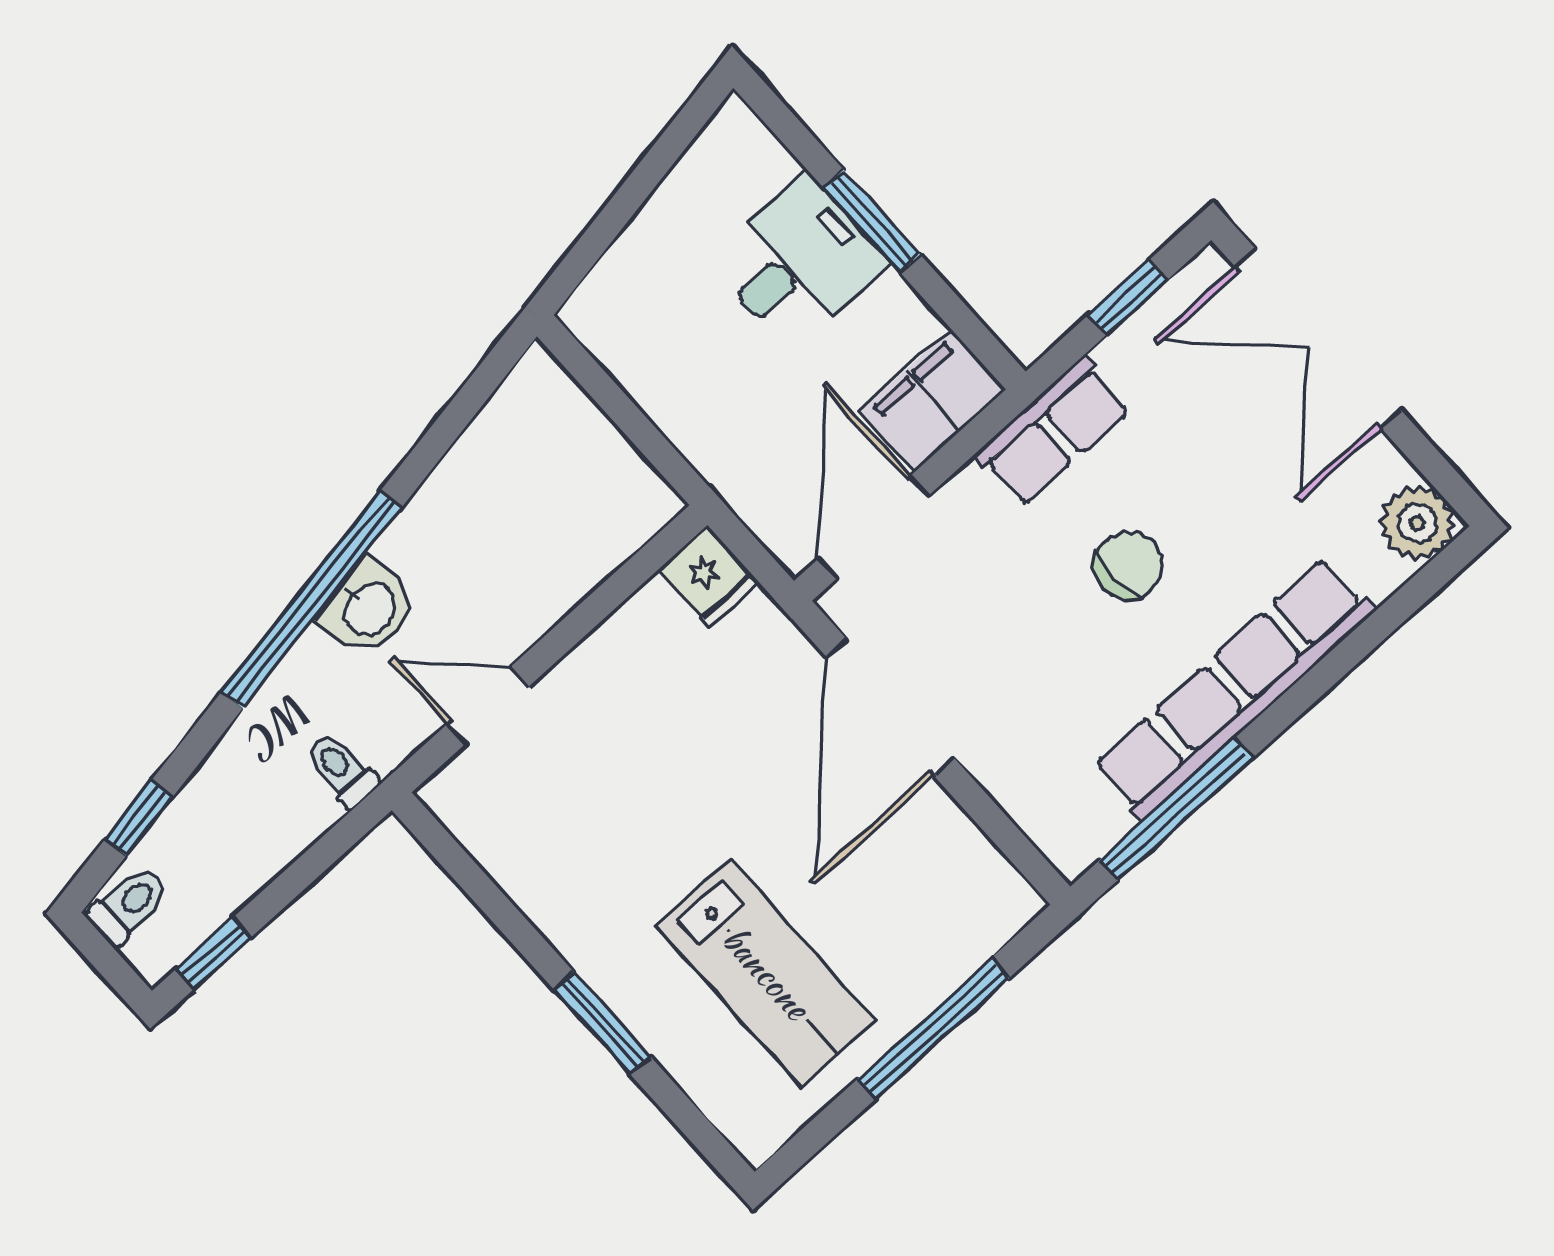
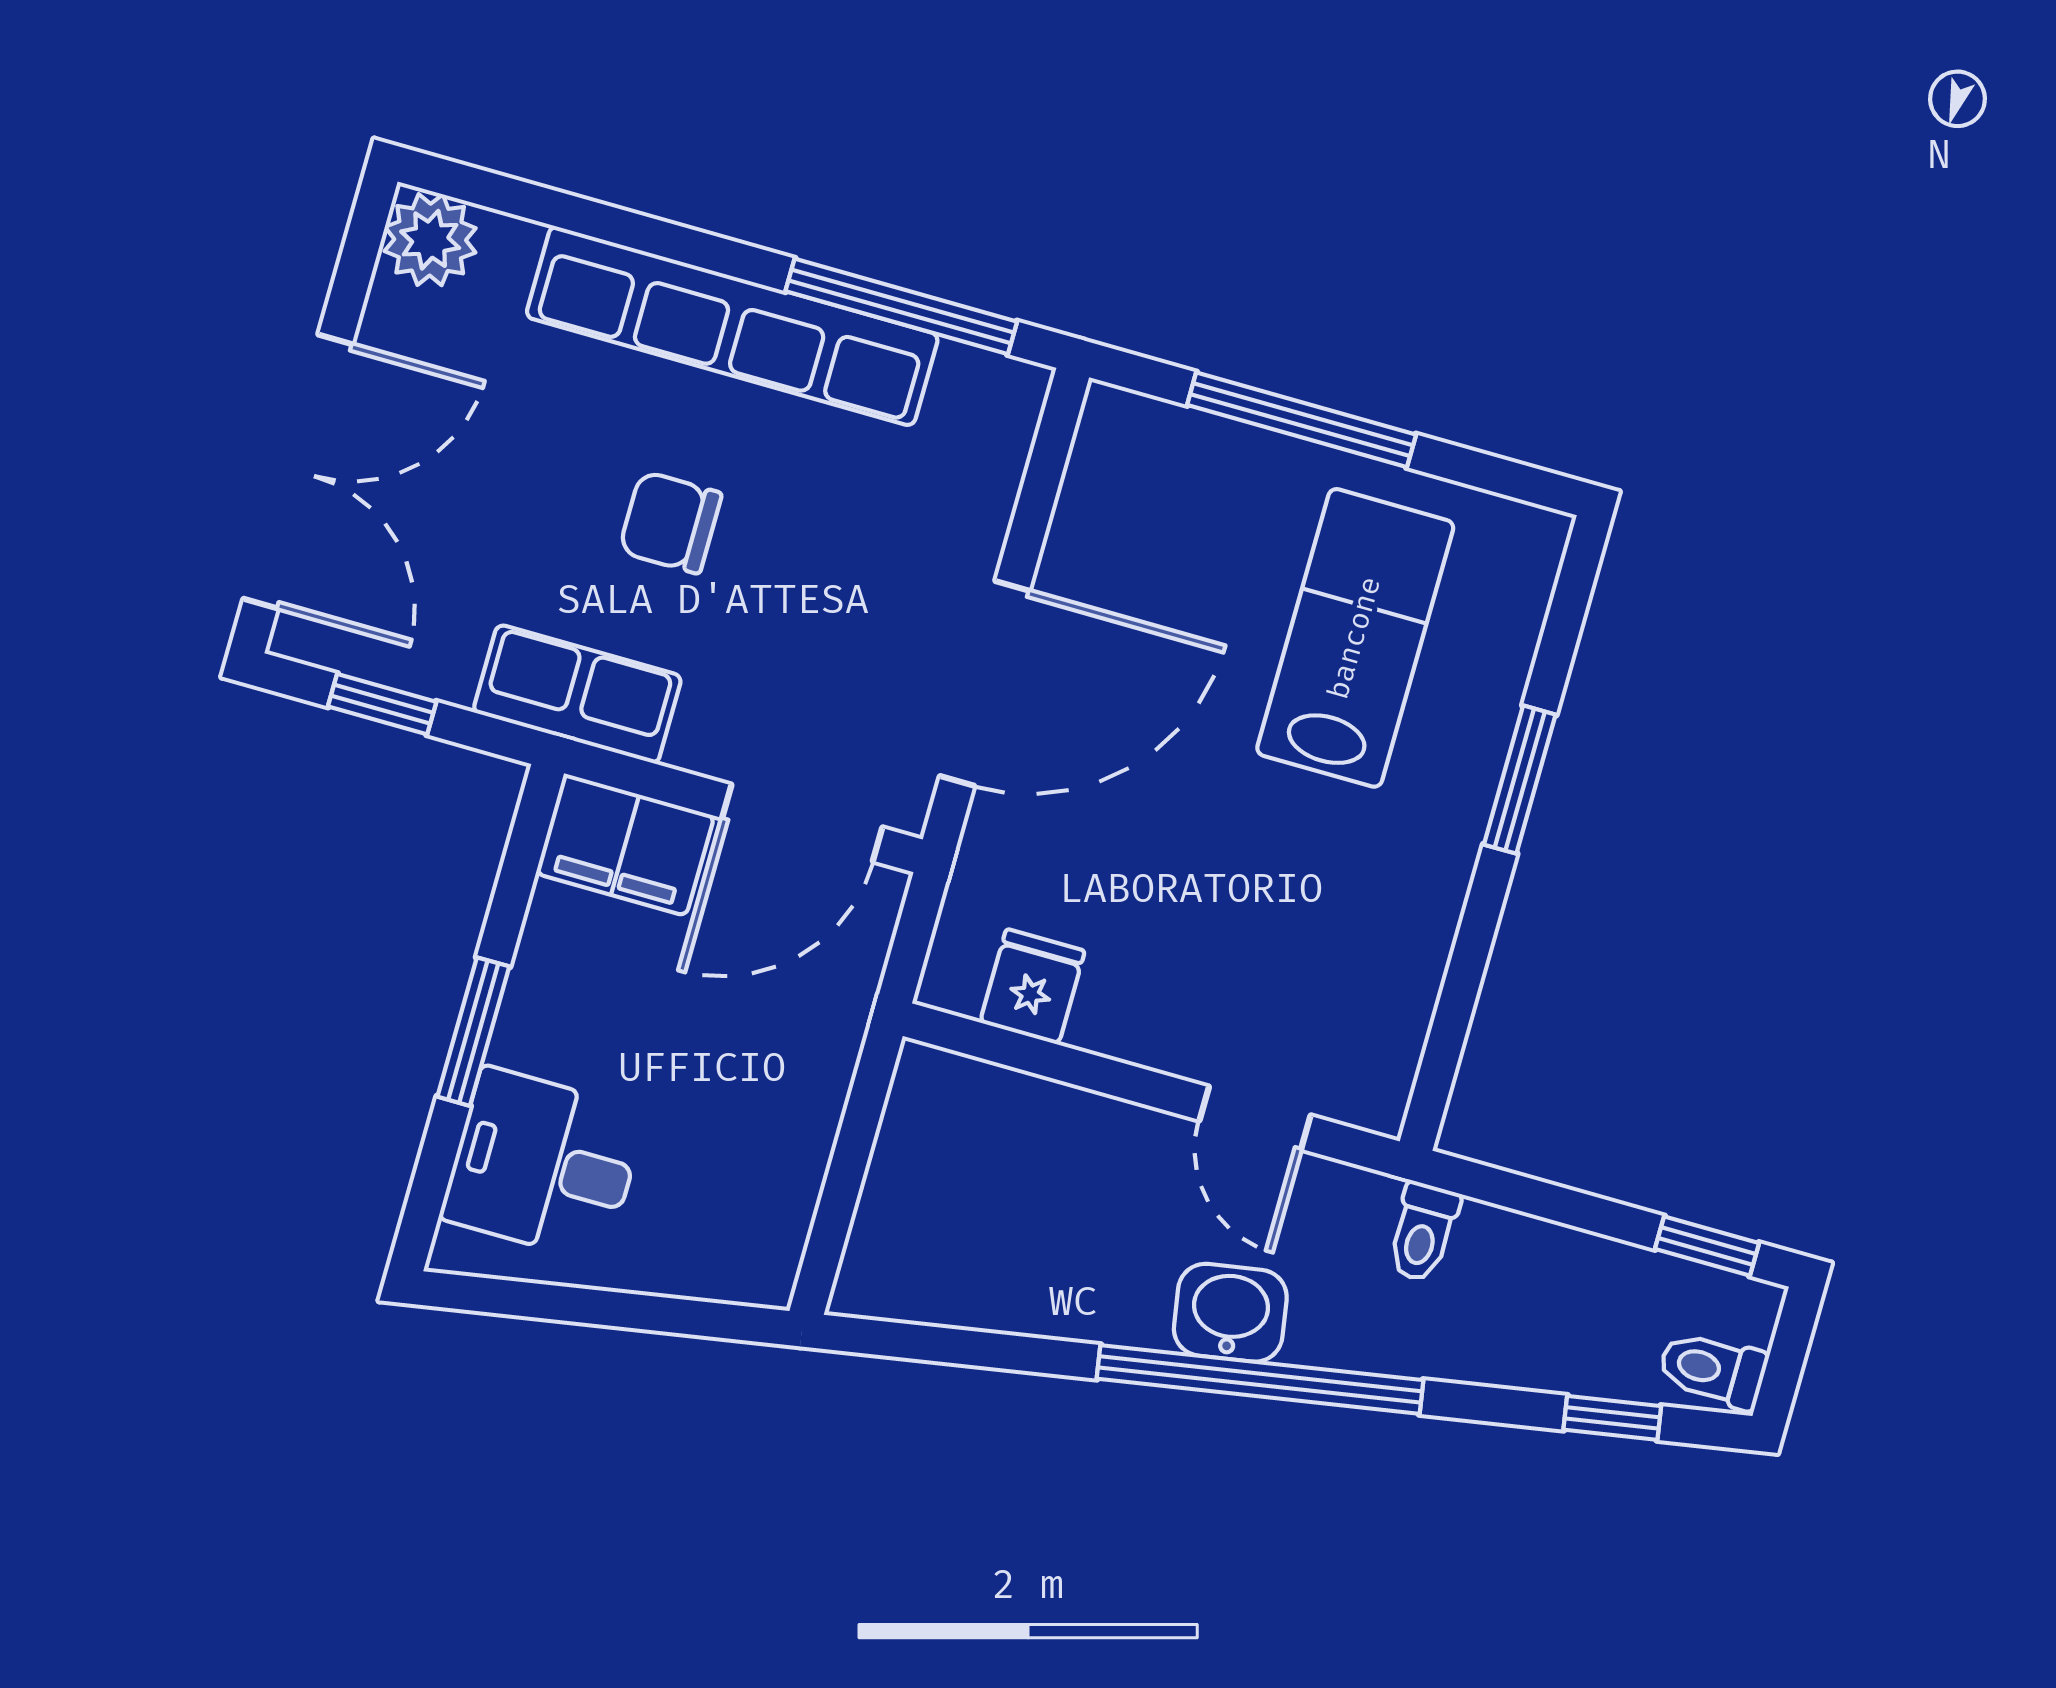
desk: (799, 262) -> (543, 1165), moved
fridge: (708, 577) -> (1032, 987), moved

